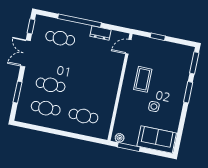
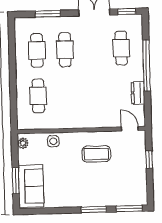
side table: (154, 107) -> (53, 141), moved
window: (129, 147) -> (16, 181), moved

